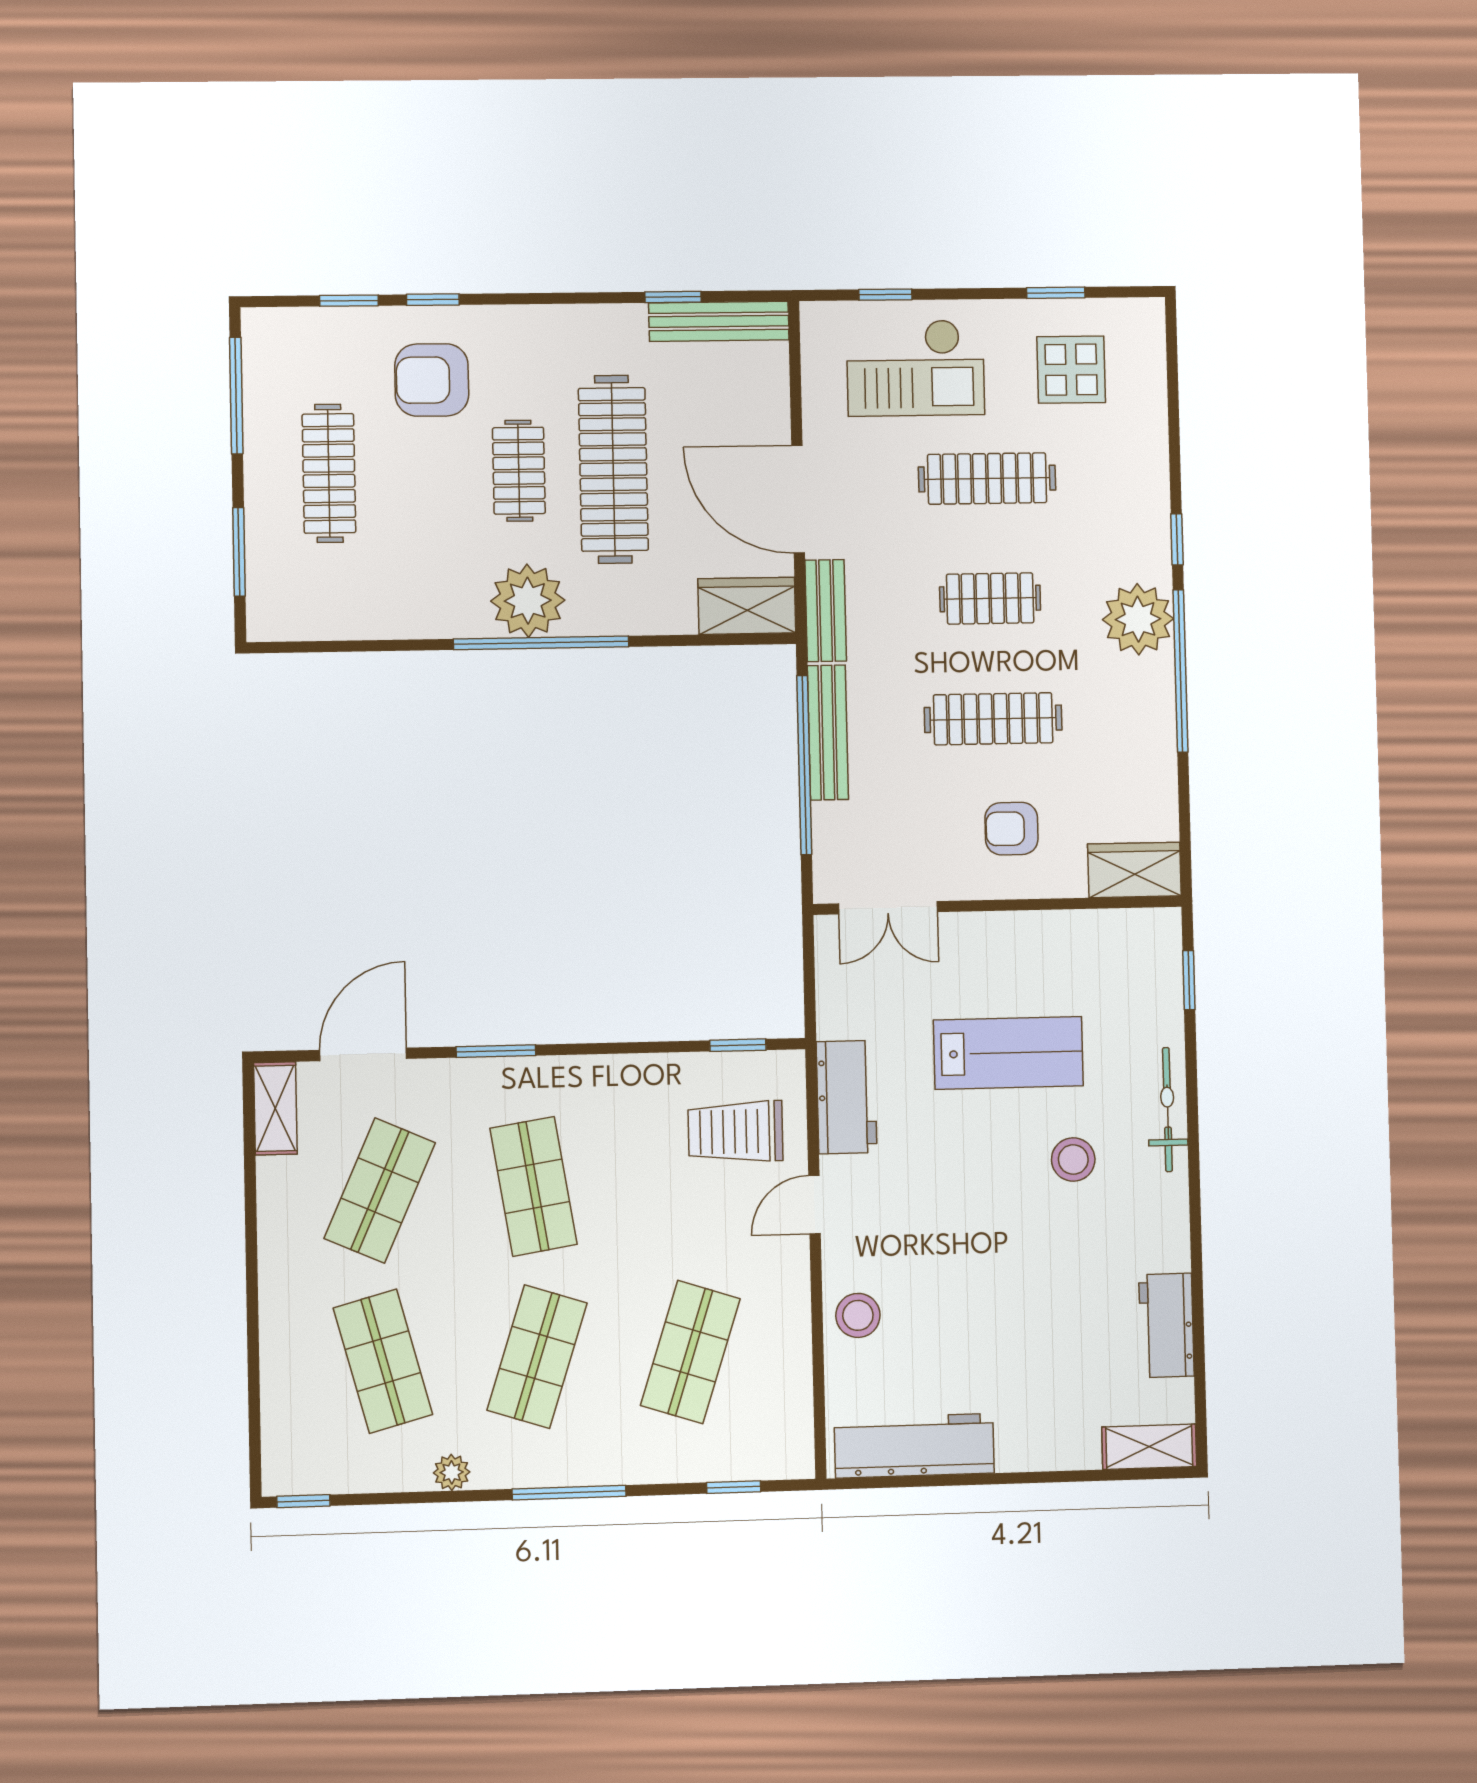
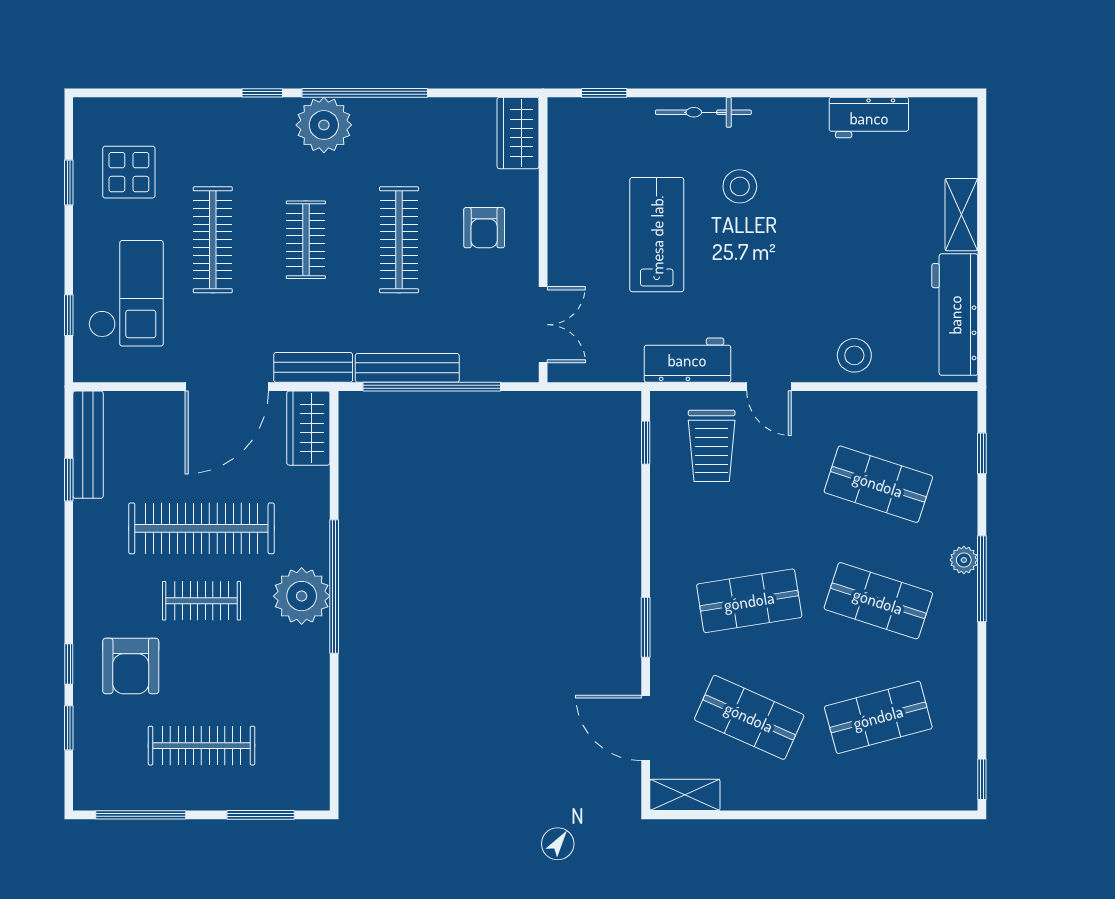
shelving: (1149, 1447) -> (961, 215), moved
plant: (452, 1472) -> (964, 560), moved

